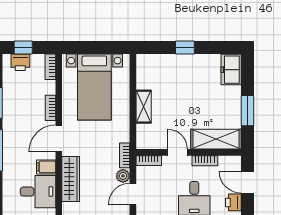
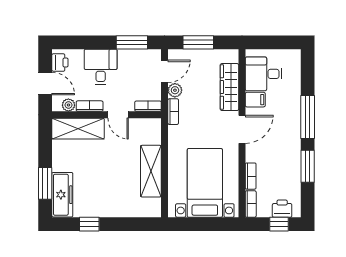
window: (185, 48) -> (89, 224), moved
freezer: (231, 70) -> (62, 195), width x1.40
shelving: (144, 107) -> (151, 171), width x1.50, depth x1.33
bookcase: (50, 108) -> (251, 176), moved
window: (247, 111) -> (45, 183), moved
plant: (225, 162) -> (68, 105), added

